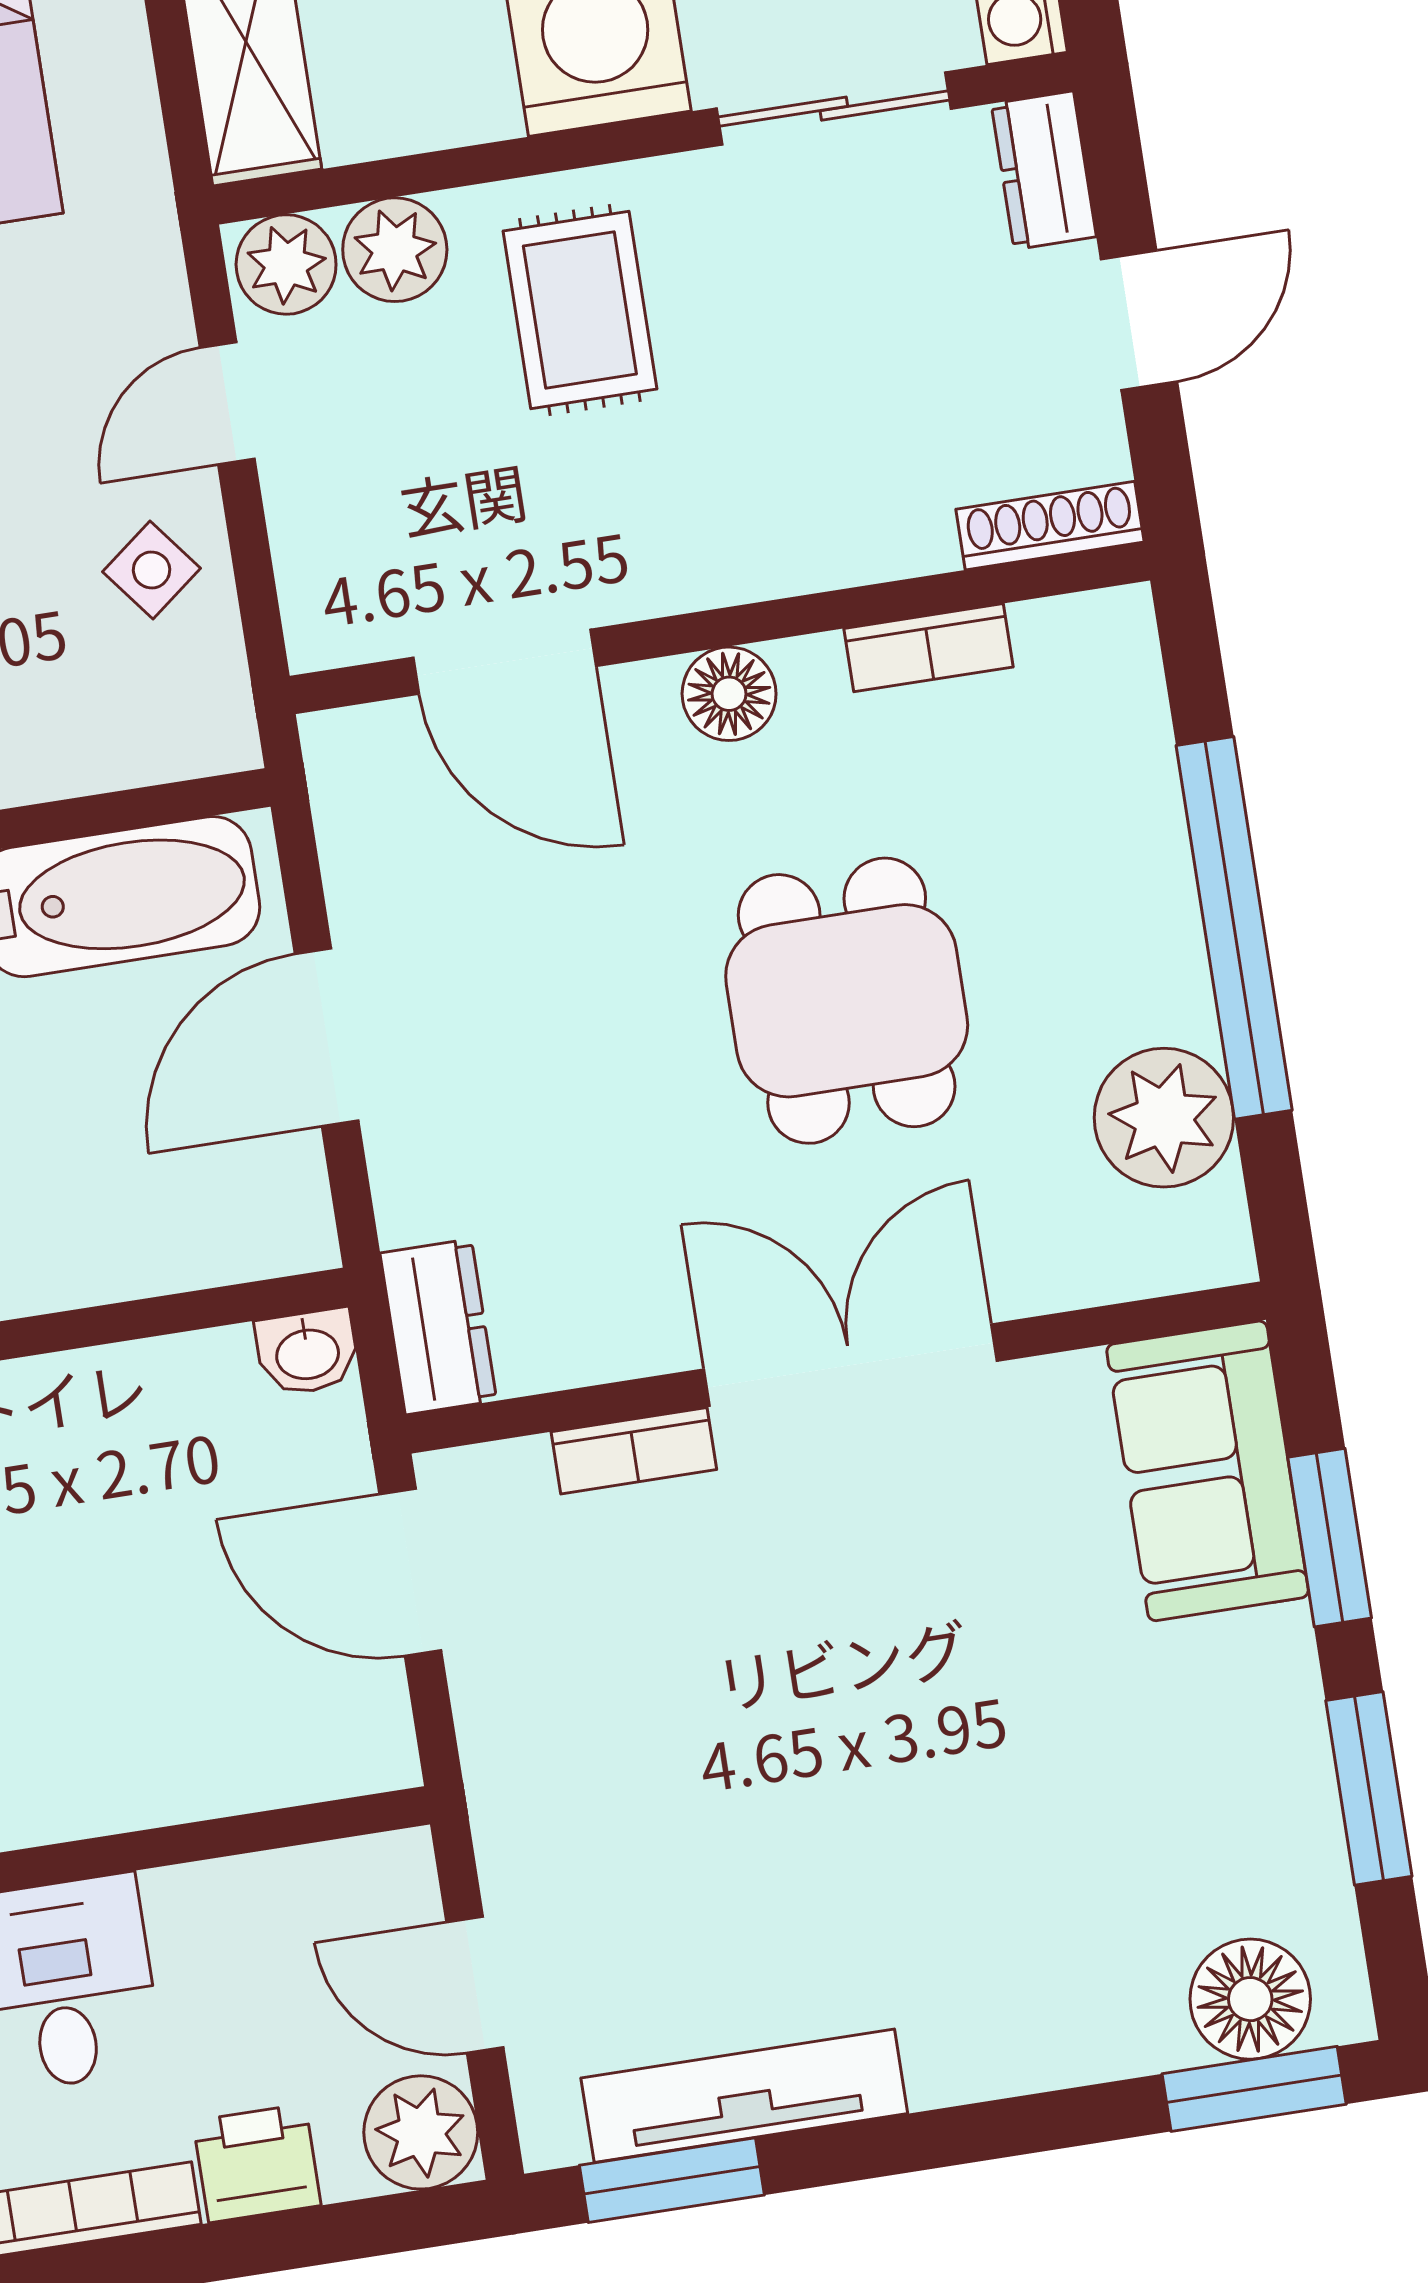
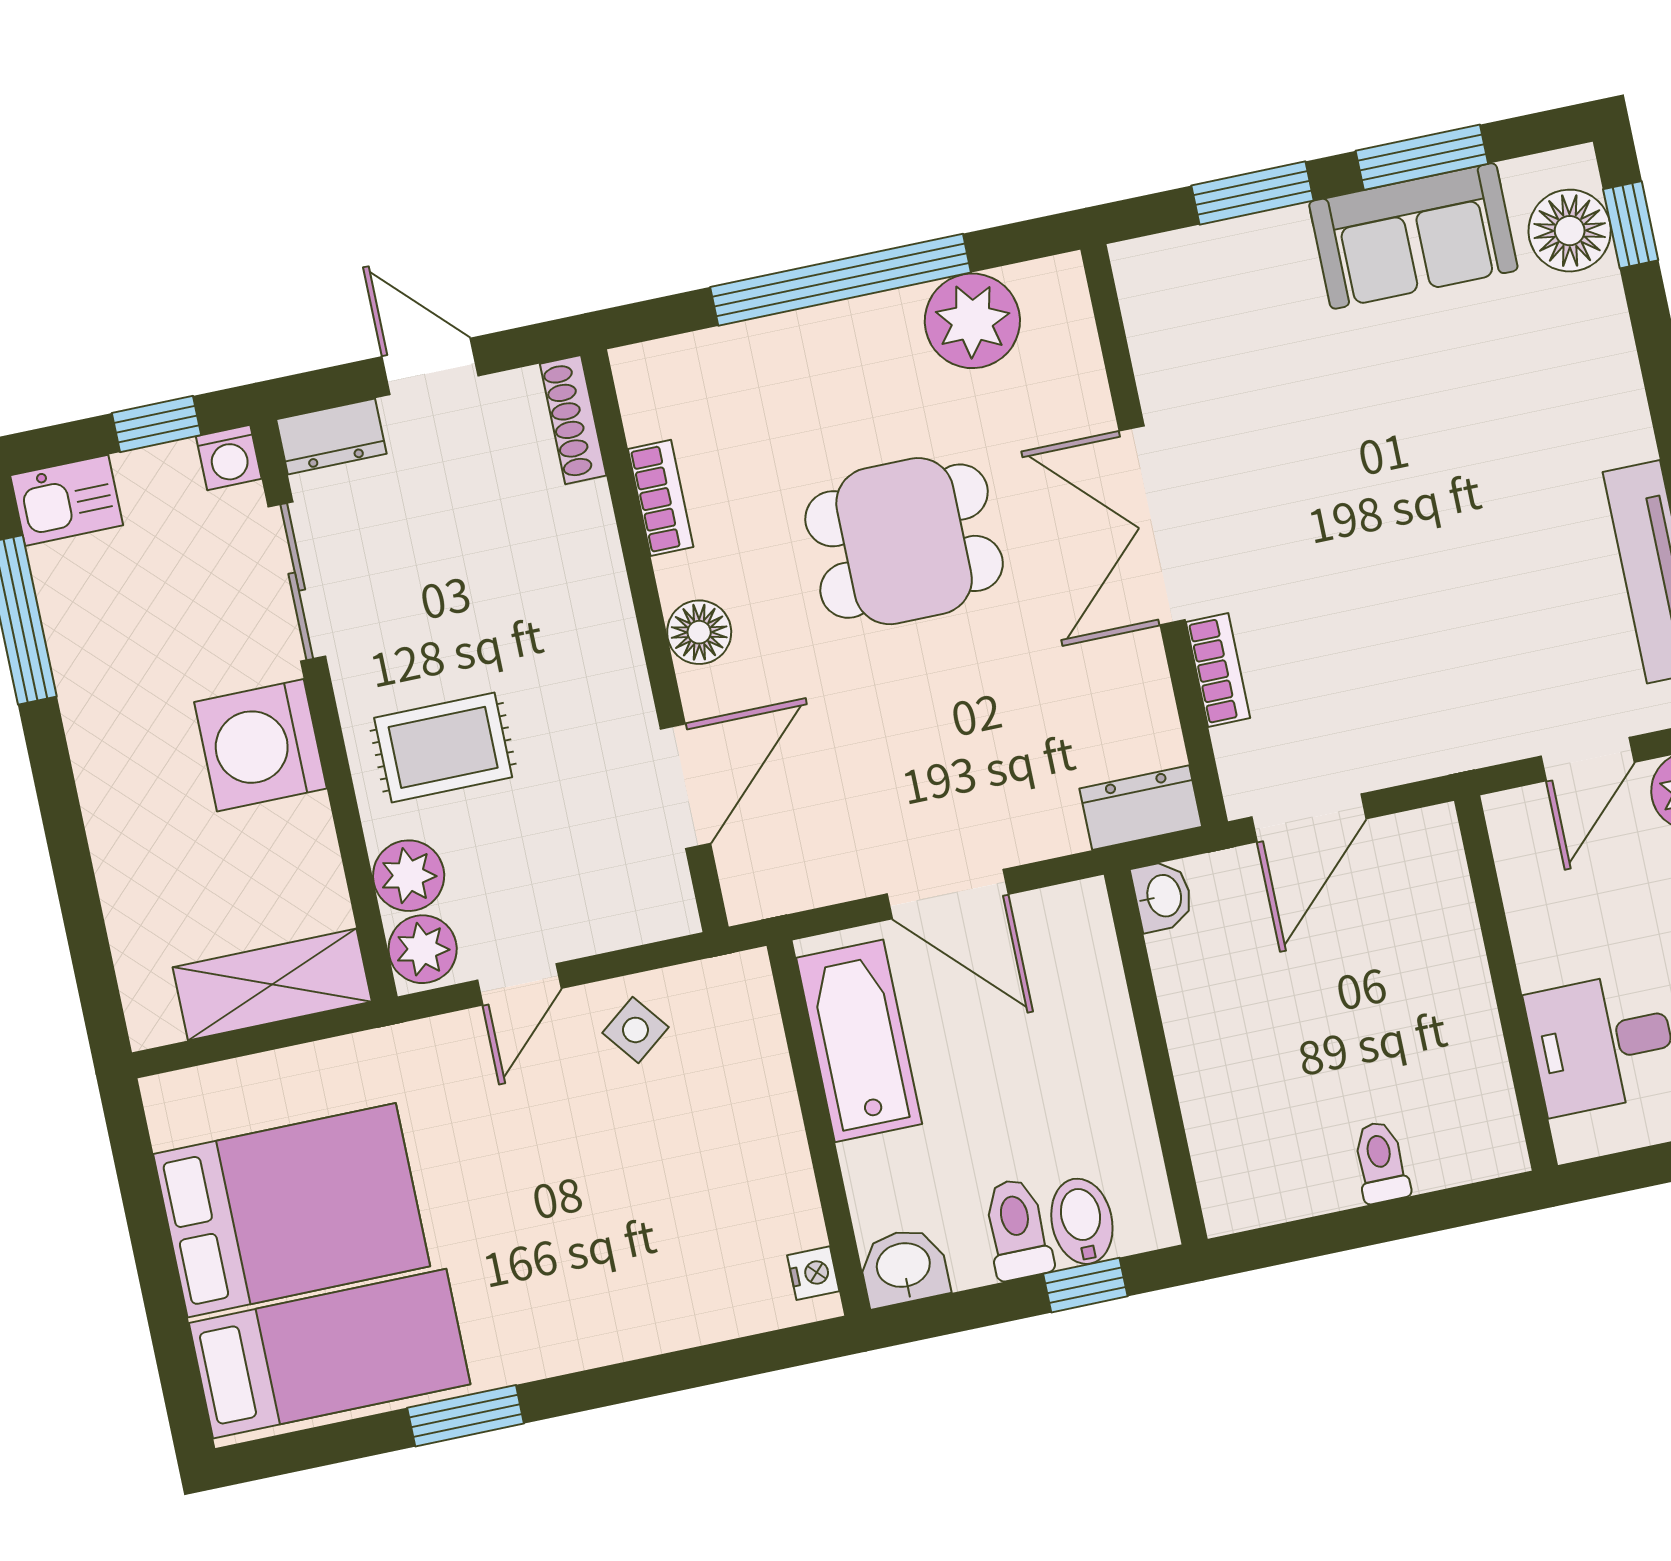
door: (227, 403) -> (519, 984), hinge flipped
sofa: (1208, 1471) -> (1413, 236), moved
window: (1254, 2089) -> (1631, 225), width x0.67

